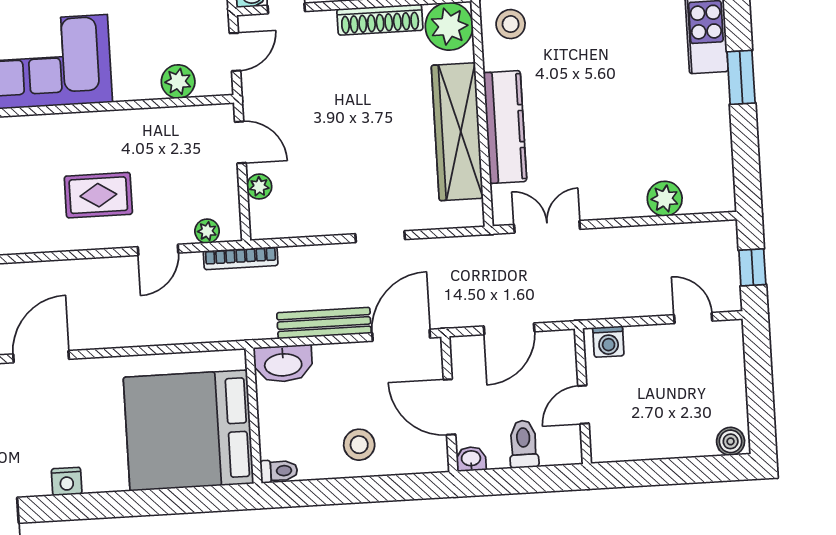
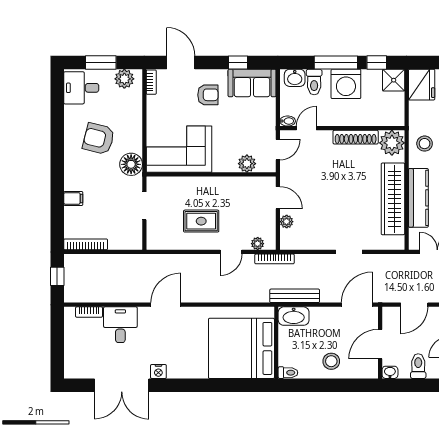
bench: (324, 323) -> (295, 296), moved
door: (449, 407) -> (380, 344), hinge flipped
nightstand: (67, 481) -> (158, 371), moved

